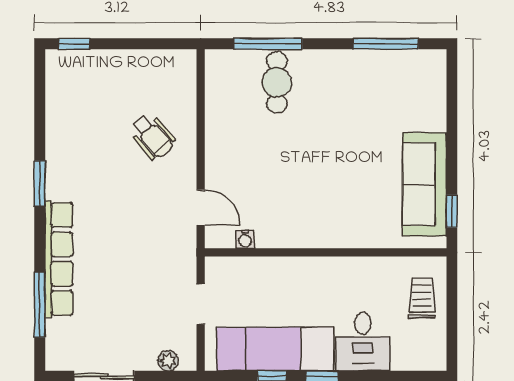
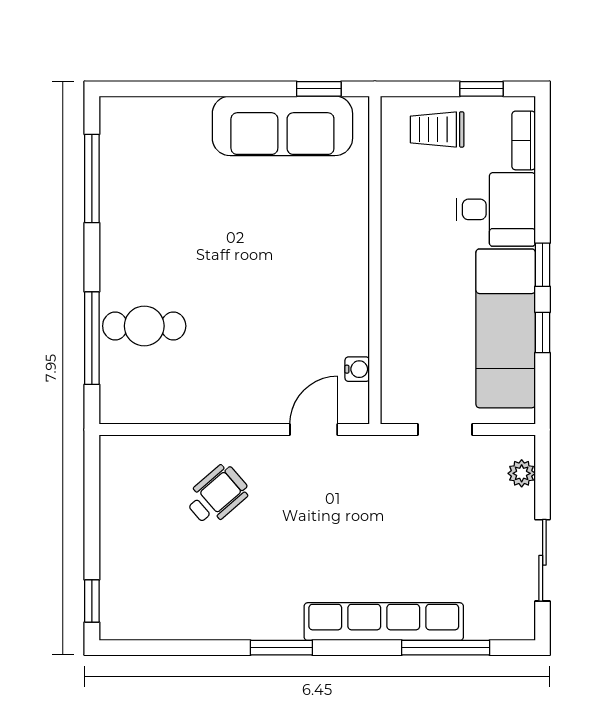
window: (452, 331) -> (482, 89), added
bookcase: (414, 362) -> (524, 140), added

